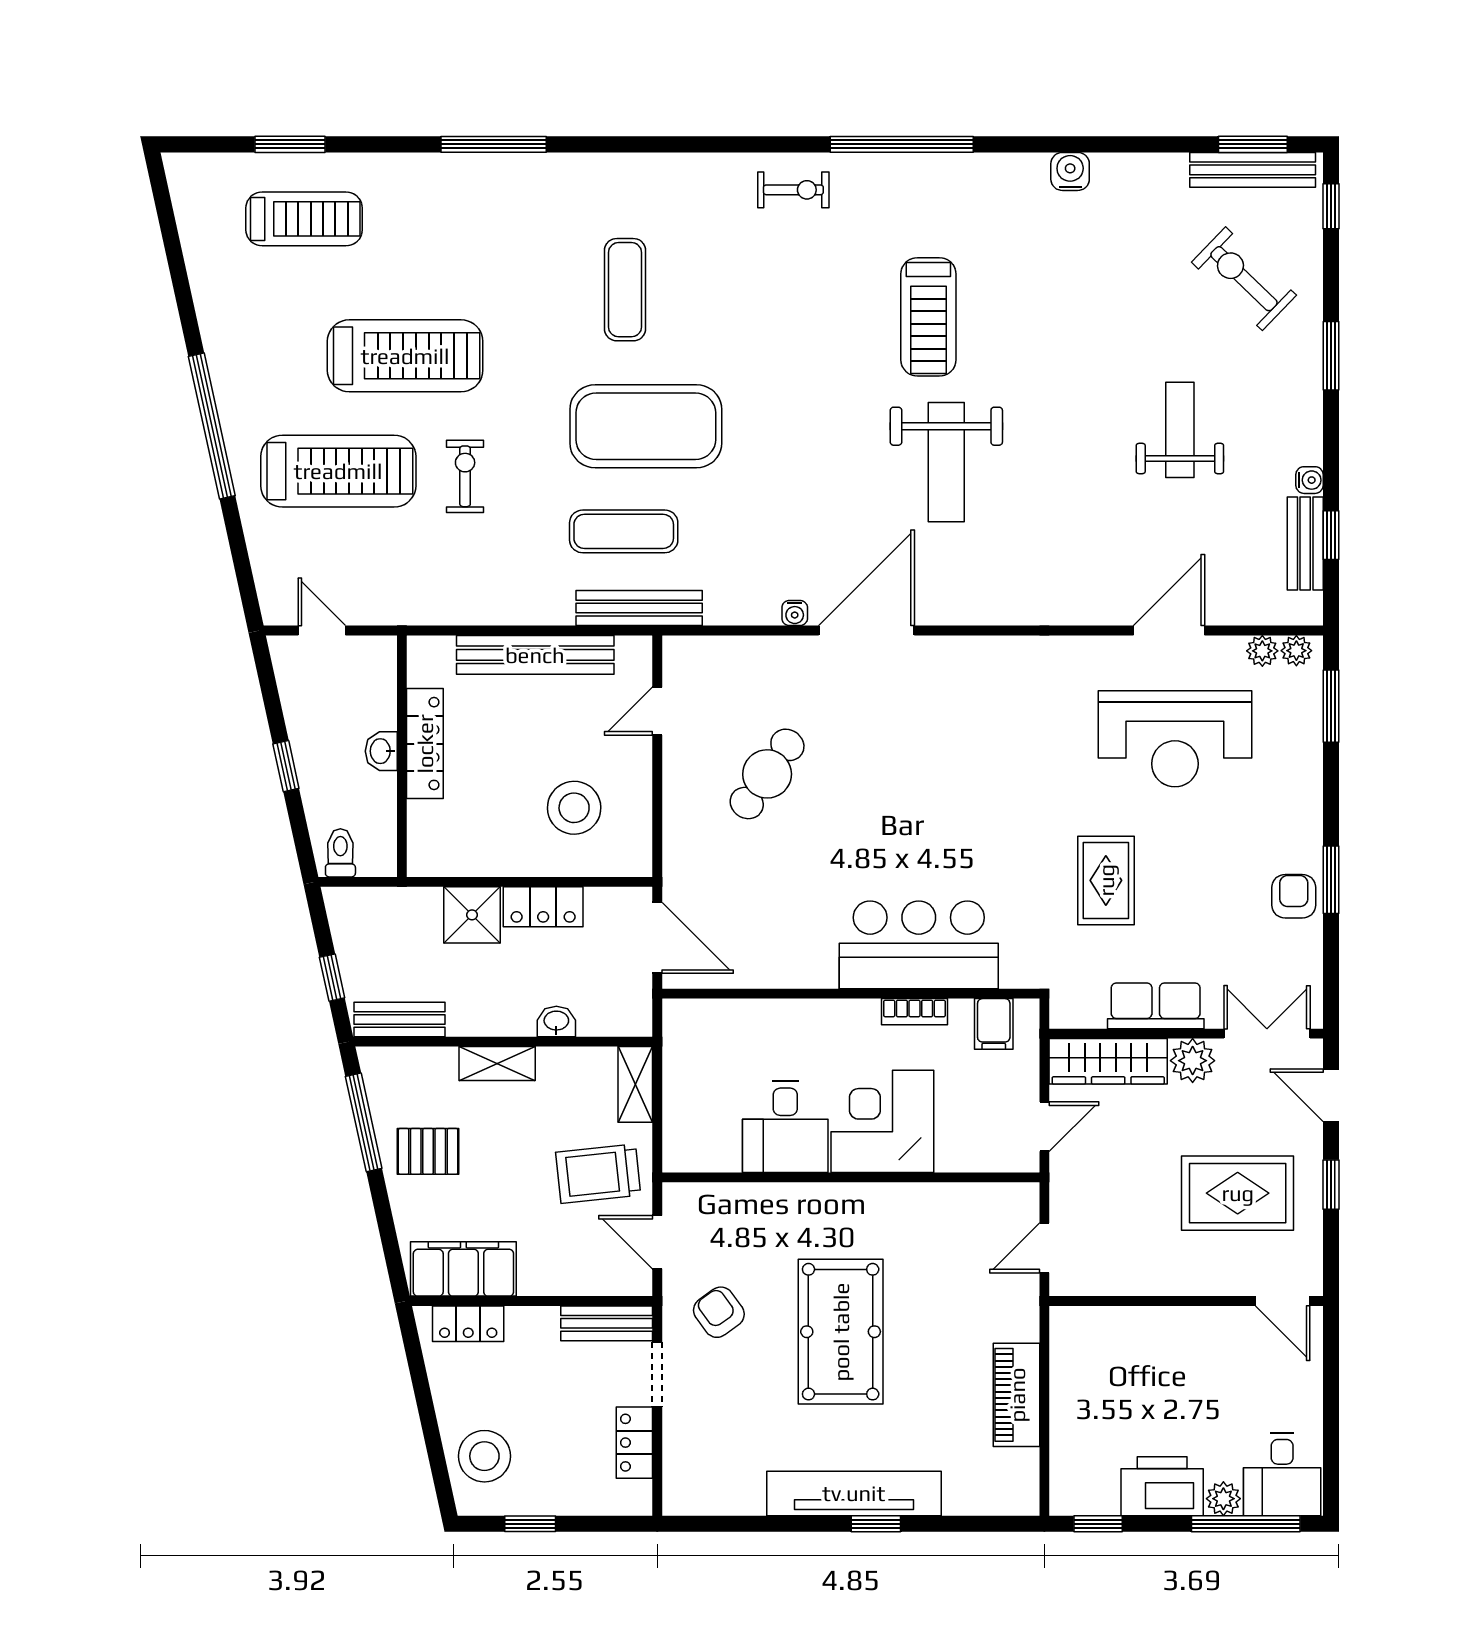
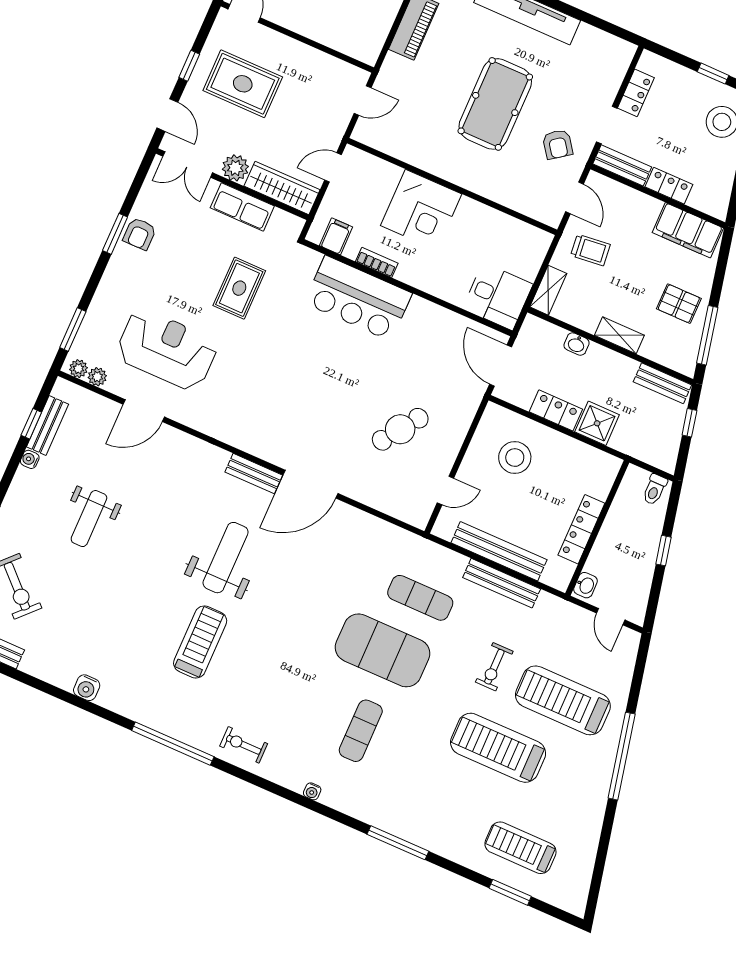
bench: (639, 608) -> (502, 583), moved
bench: (960, 609) -> (254, 474), added
water cooler: (795, 613) -> (312, 791), moved, turned 180
washbasin: (381, 751) -> (586, 585), moved
desk: (785, 1127) -> (498, 296), moved, turned 90
trolley: (598, 1174) -> (590, 250), width x0.73, depth x0.72
locker: (468, 1324) -> (669, 186), moved

